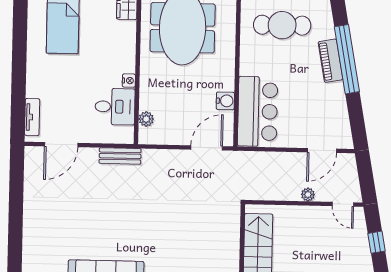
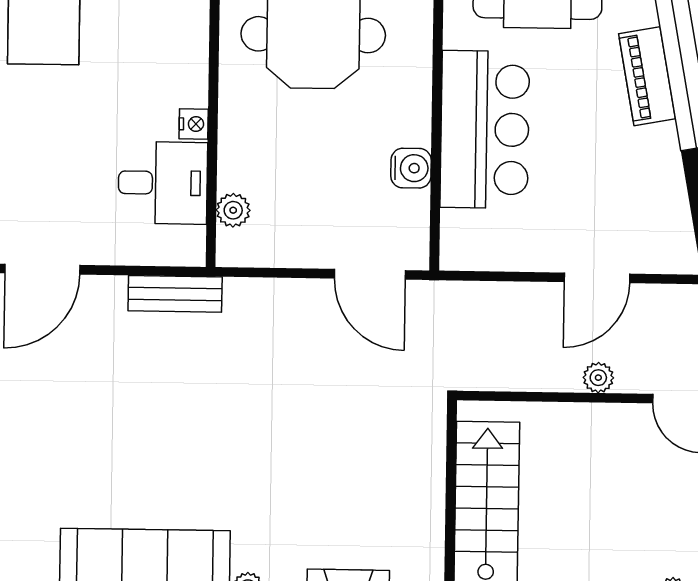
bar counter: (258, 111) -> (485, 129), moved
door: (207, 148) -> (370, 274), swing flipped
door: (322, 151) -> (597, 278), moved

